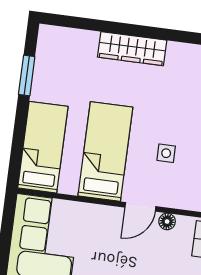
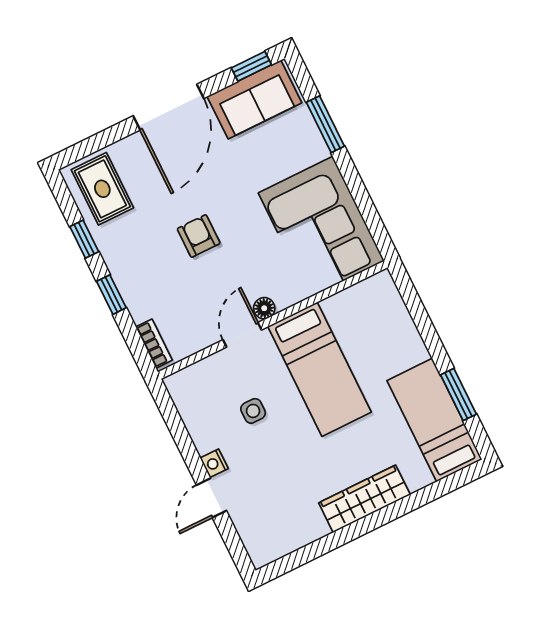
bed: (43, 147) -> (434, 420), moved, turned 180
floor lamp: (167, 221) -> (264, 308), moved

